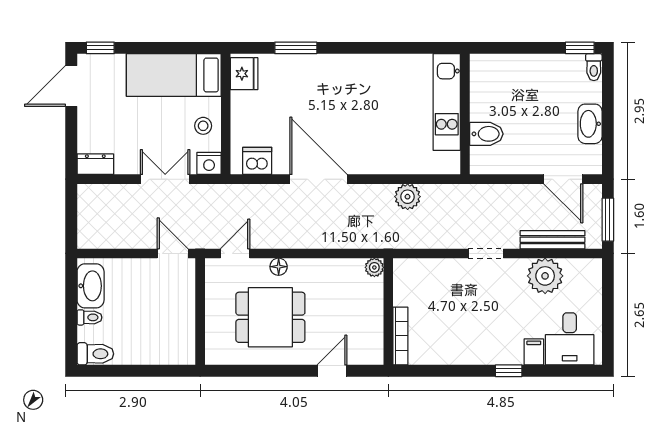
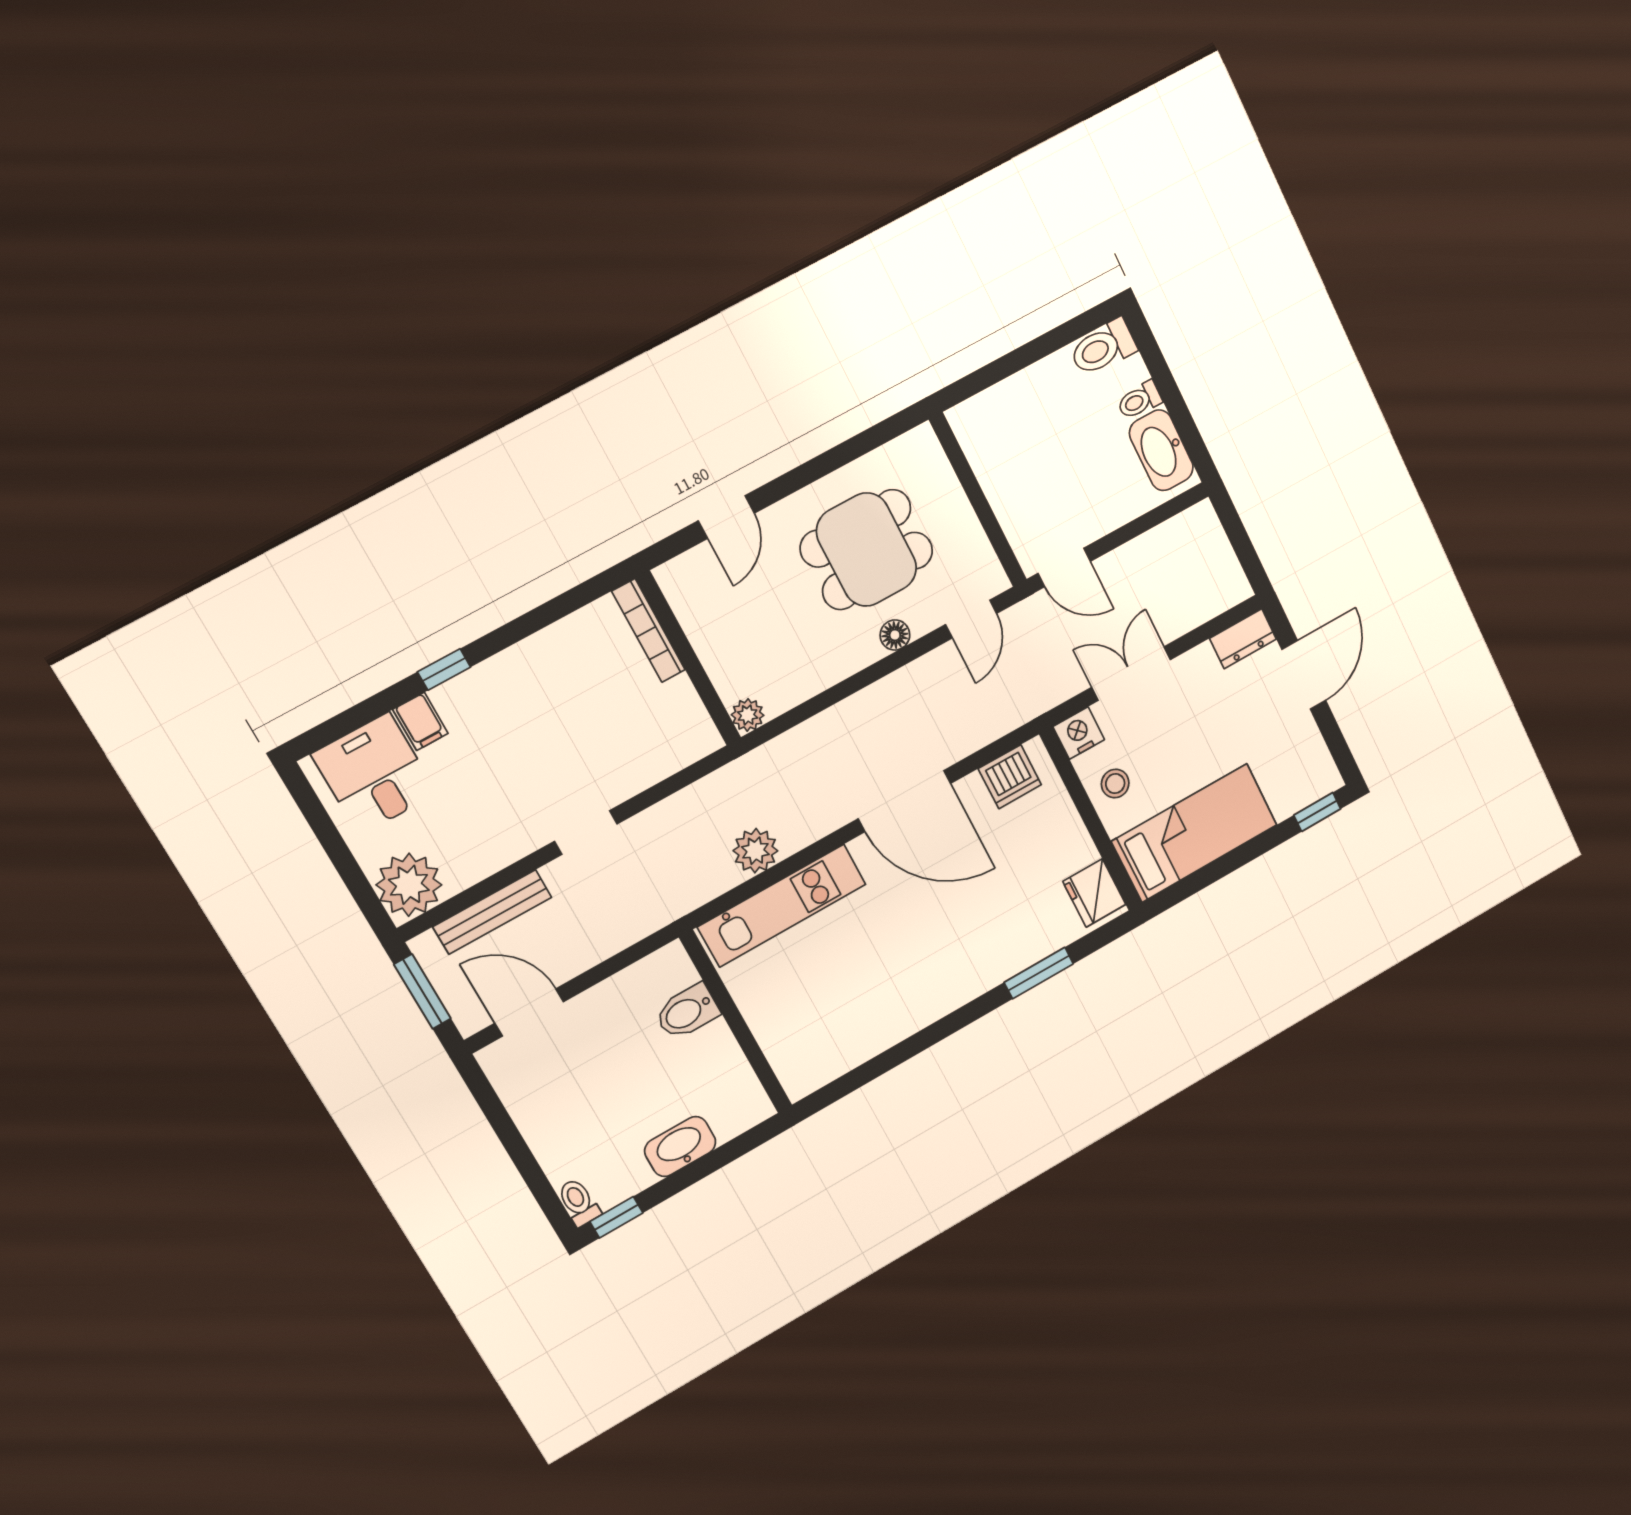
door: (71, 86) -> (1304, 675), moved
kitchen unit: (447, 102) -> (782, 906), moved, turned 90
washbasin: (590, 124) -> (680, 1147), moved, turned -90
double door: (165, 179) -> (1131, 673), swing flipped
plant: (545, 276) -> (409, 885), moved

